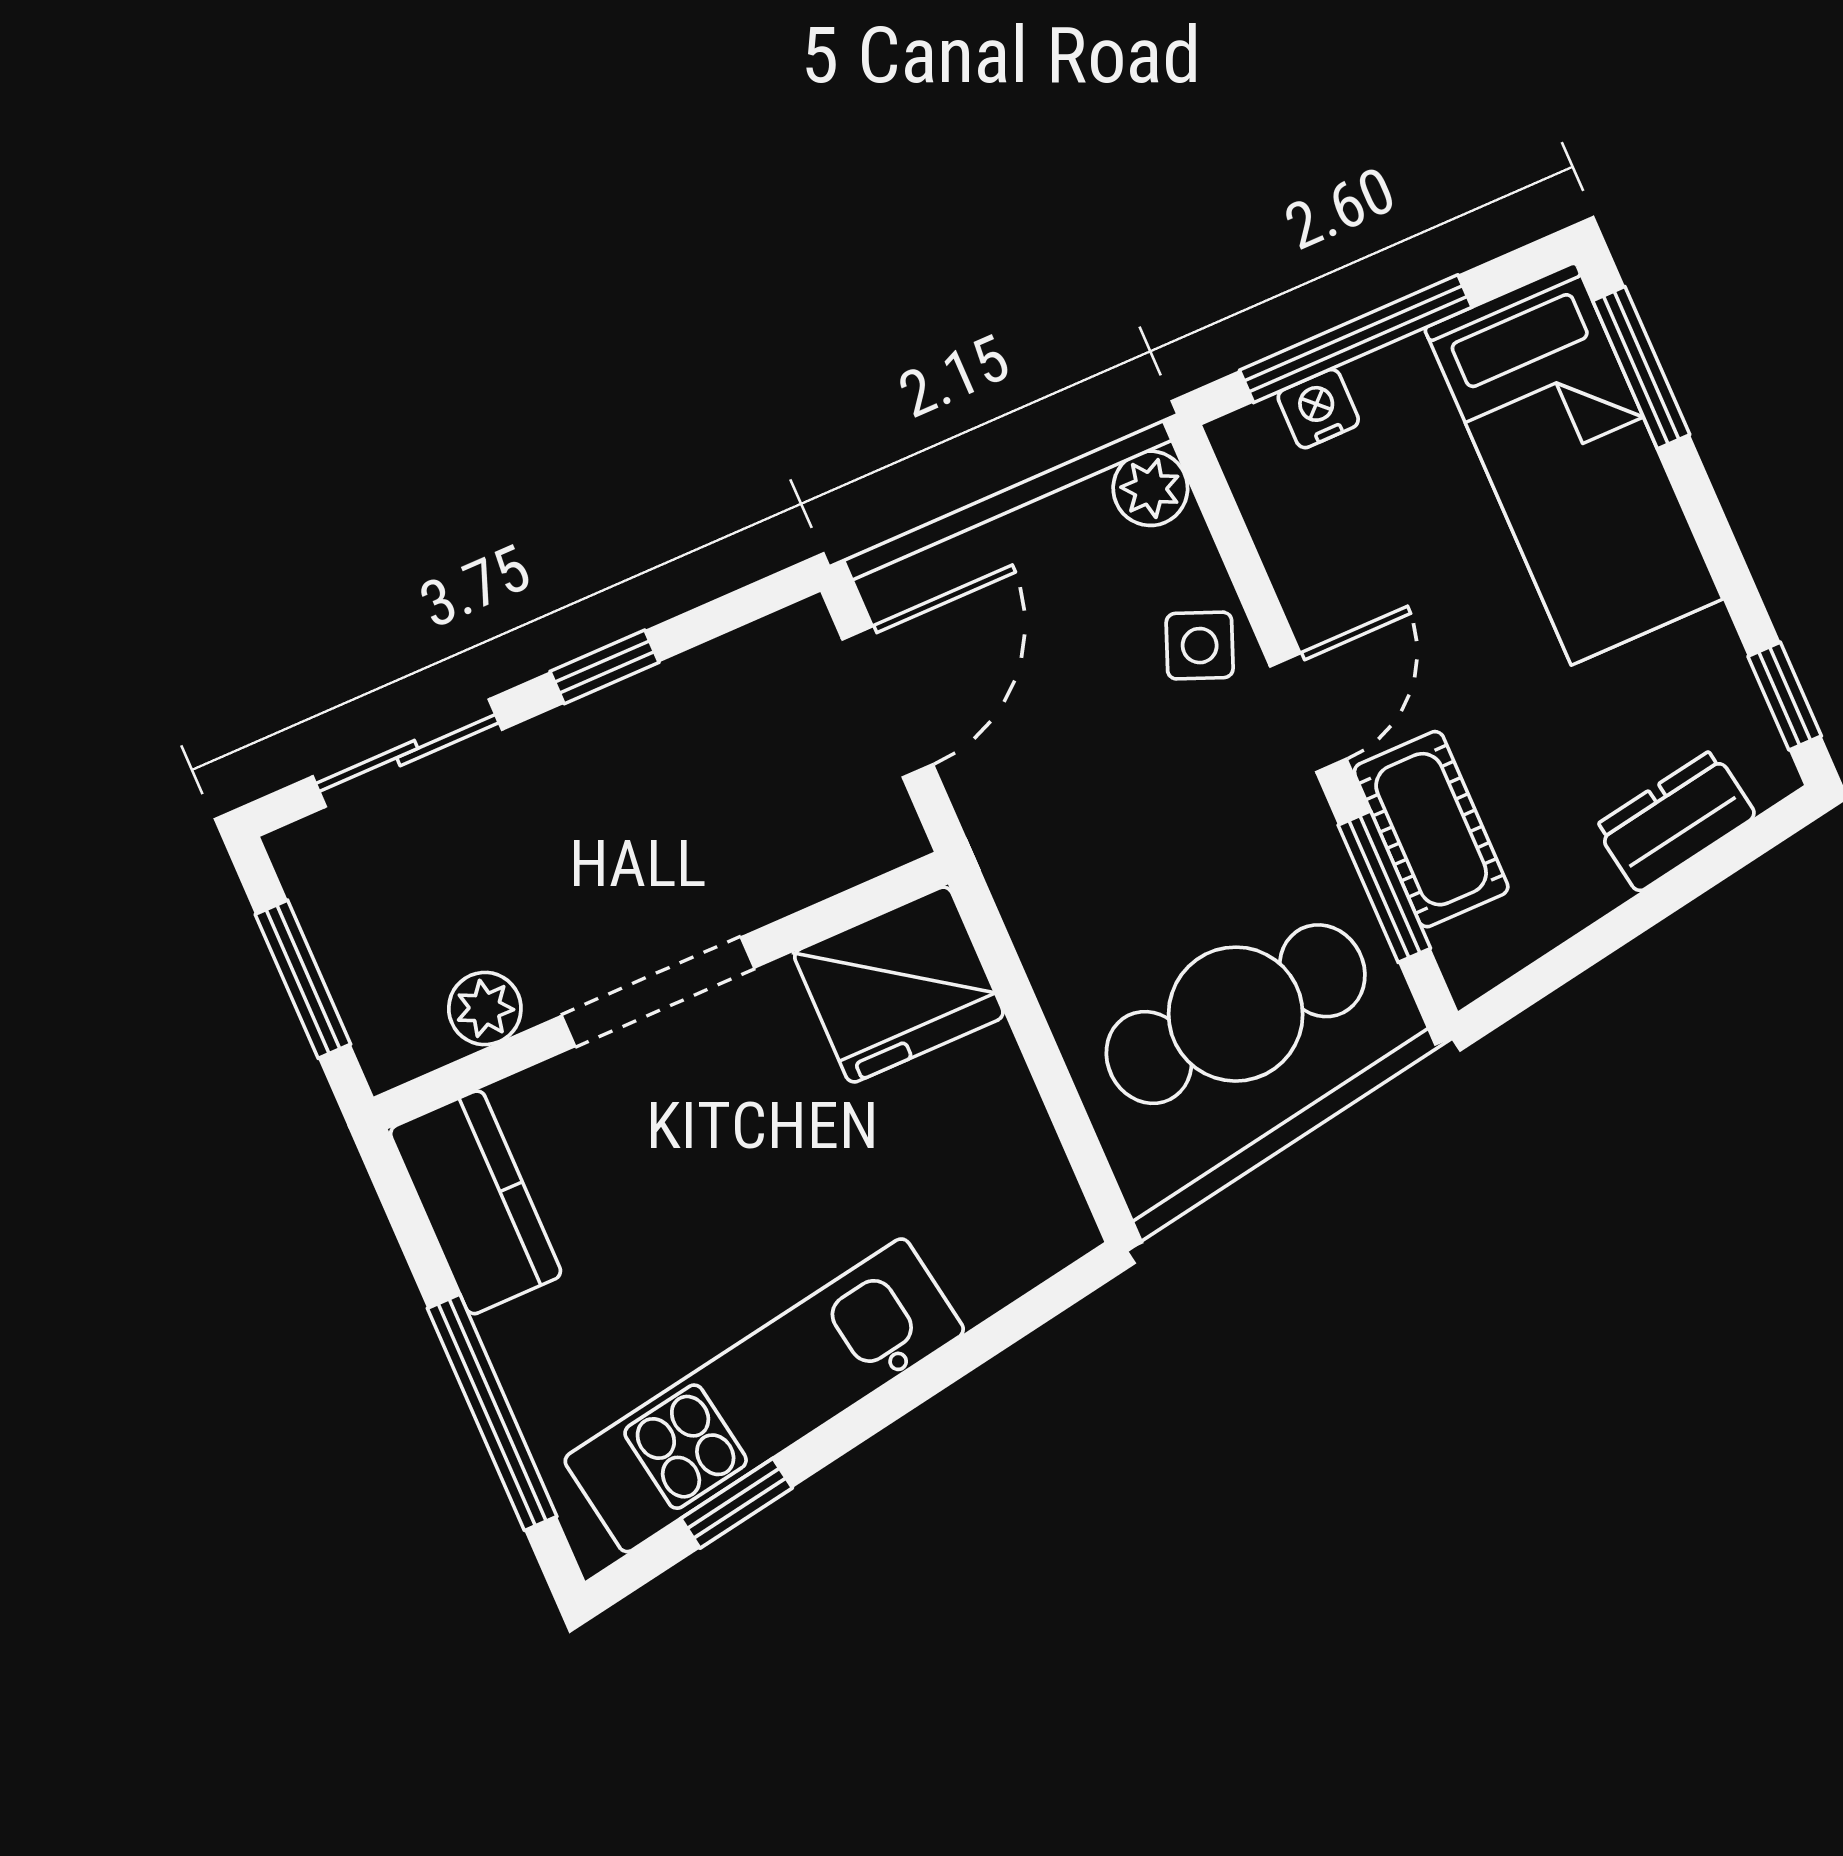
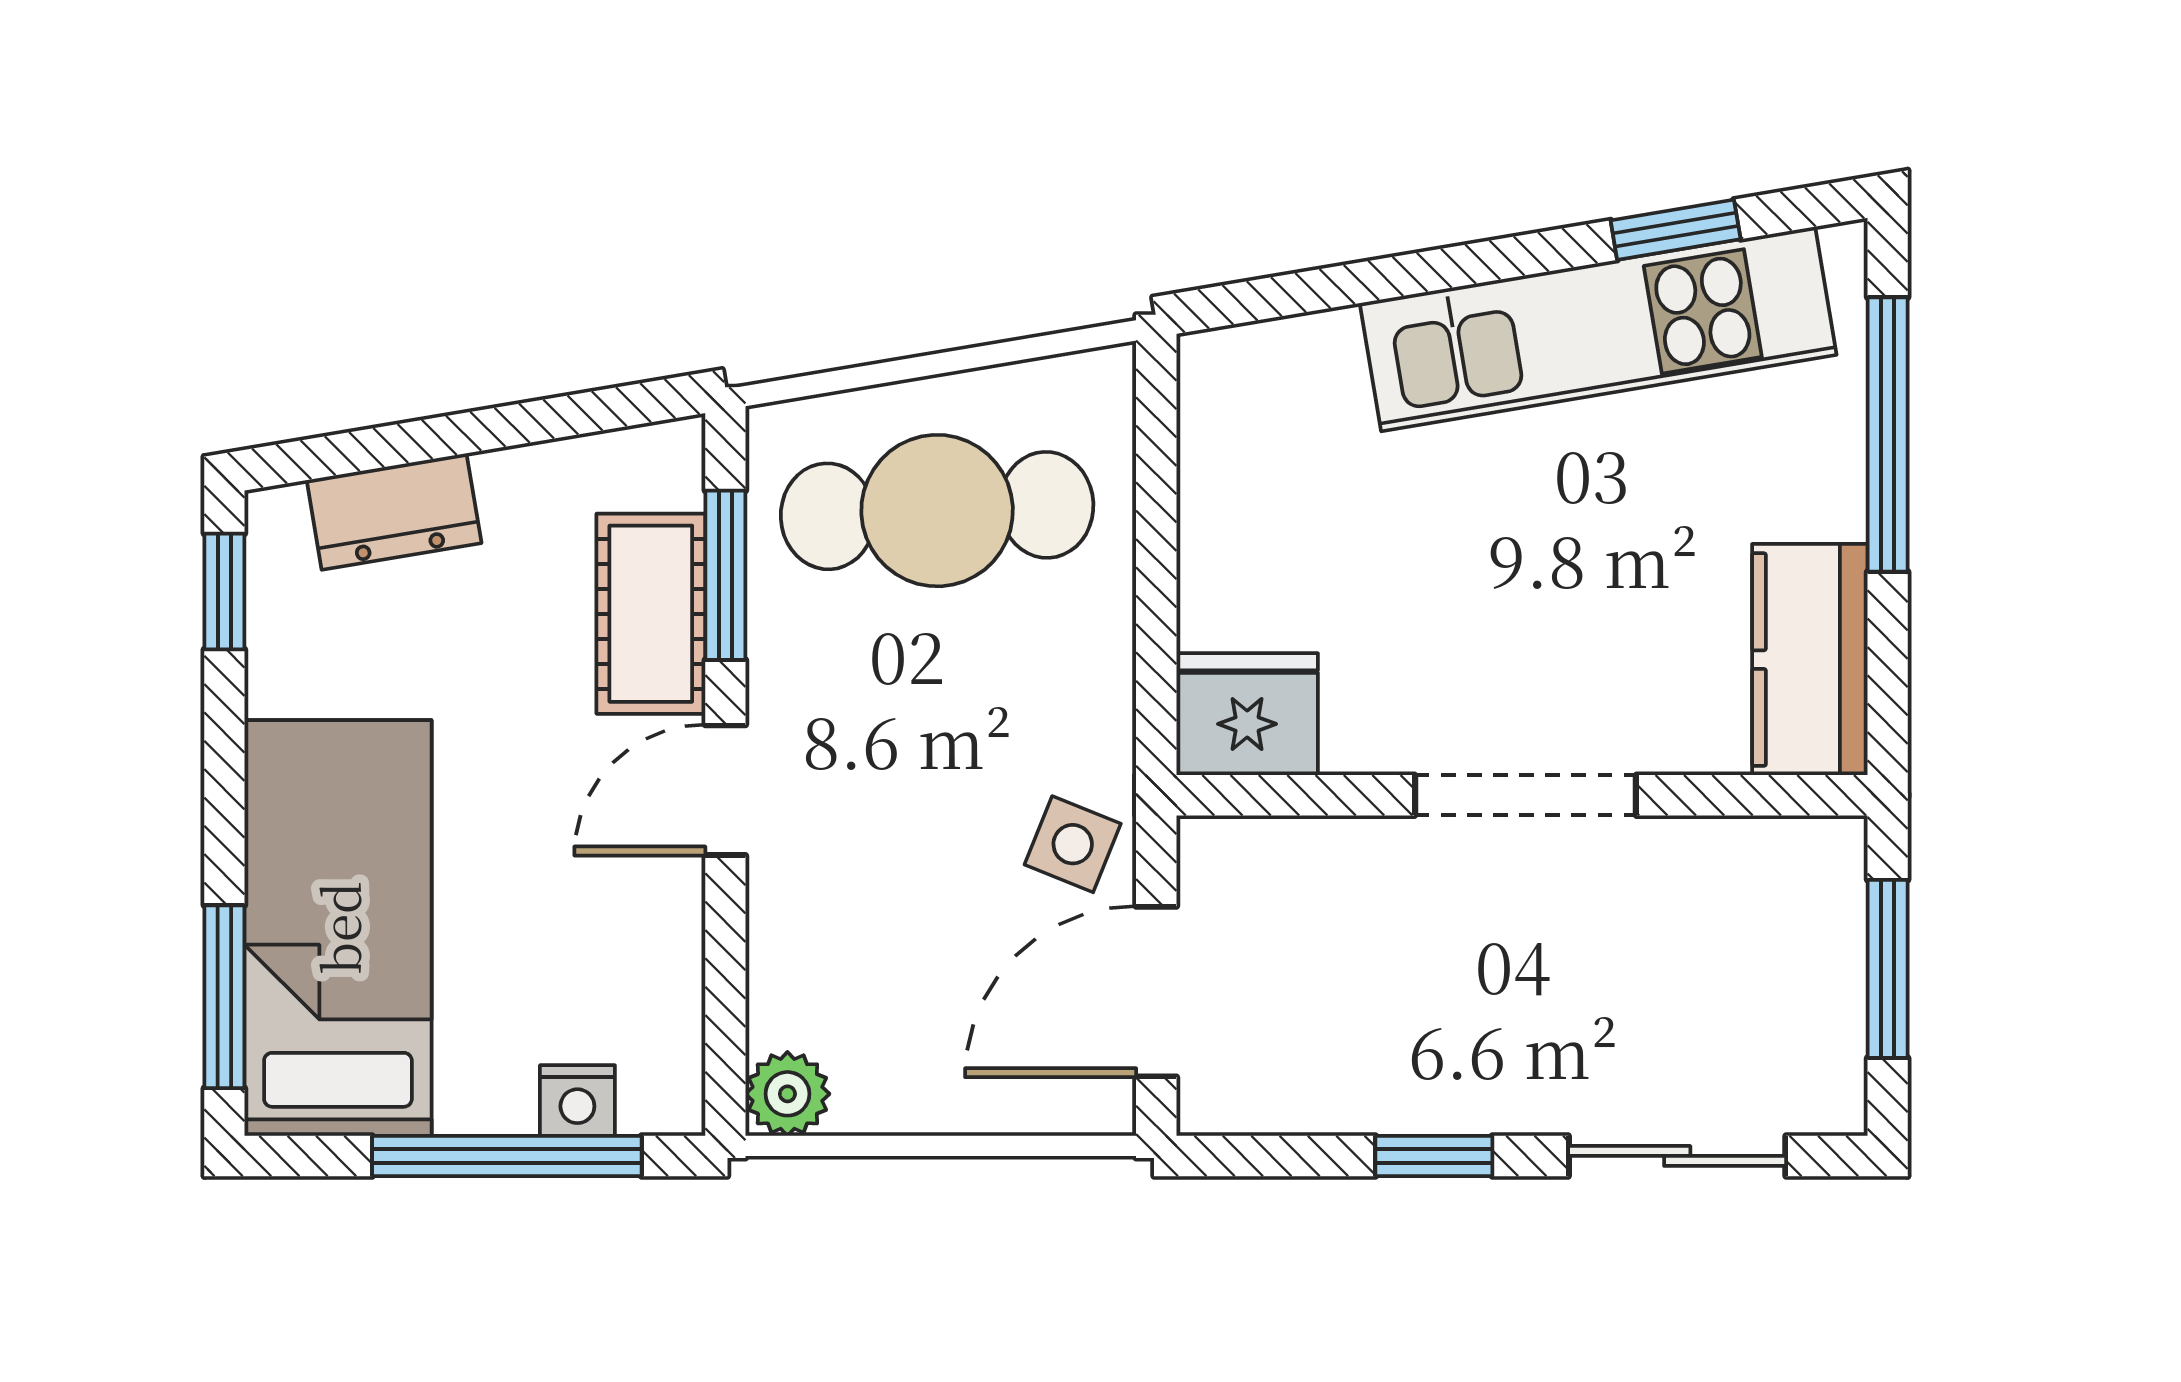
side table: (1200, 646) -> (1073, 844), moved
fridge: (899, 985) -> (1247, 714), width x0.73, depth x0.75
plant: (485, 1009) -> (1712, 856), removed

